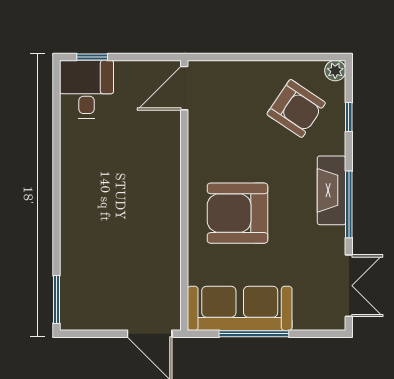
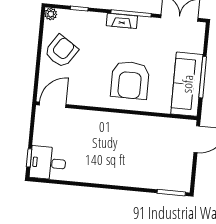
door: (184, 88) -> (53, 105), swing flipped
armchair: (296, 108) -> (61, 51), moved
fireplace: (331, 190) -> (122, 21), width x0.73, depth x0.76

